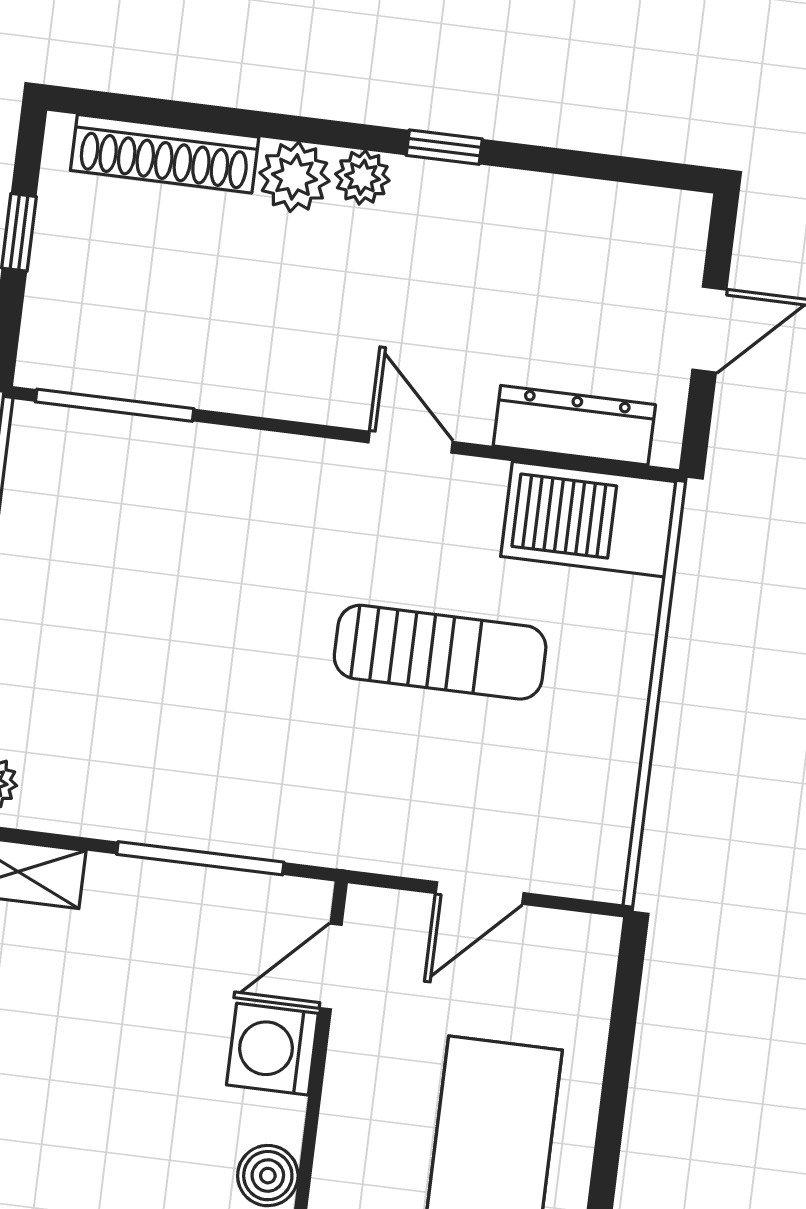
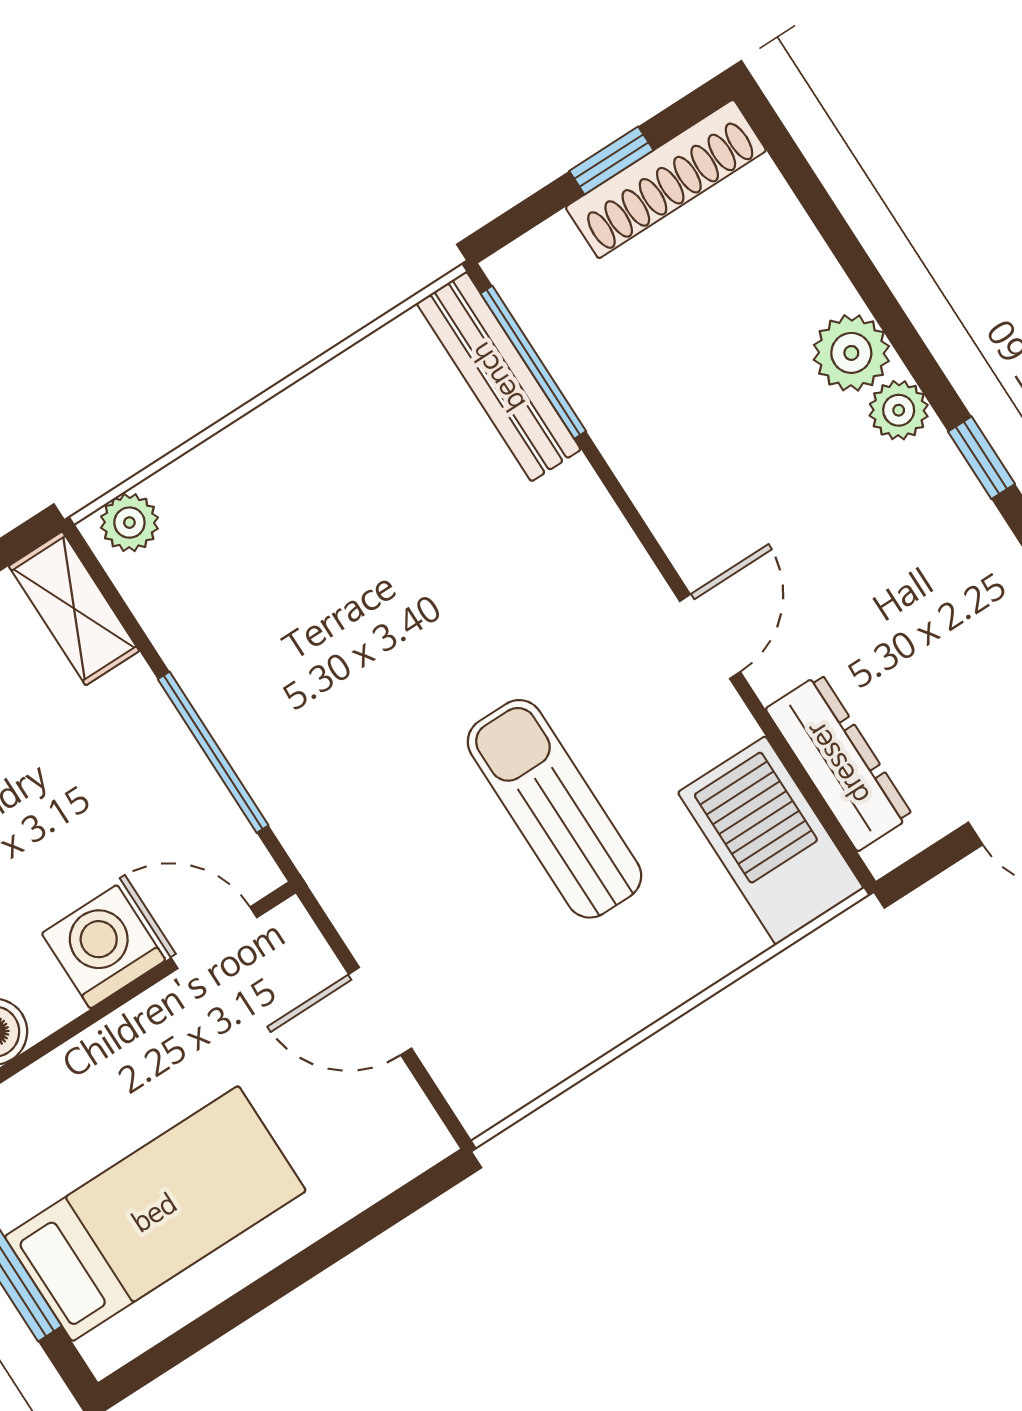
shoe rack: (165, 154) -> (666, 179), moved, turned -90
bench: (104, 438) -> (499, 376), added
sun lounger: (440, 652) -> (554, 809), turned 180

